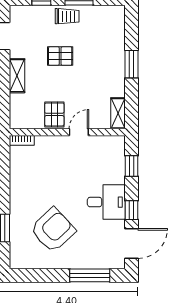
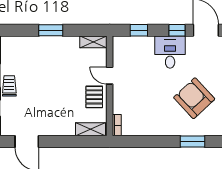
pallet: (60, 56) -> (44, 92), removed
shelving: (17, 76) -> (90, 129), moved
pallet: (54, 114) -> (94, 97), turned 90

